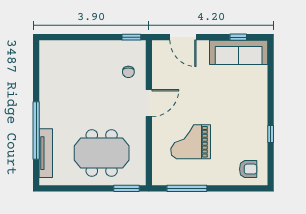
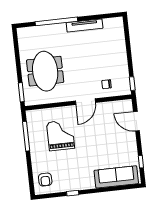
door: (183, 37) -> (136, 121), hinge flipped
sofa: (239, 52) -> (116, 177), moved, turned 90
door: (149, 103) -> (85, 102), hinge flipped
tv unit: (46, 153) -> (85, 25), moved

